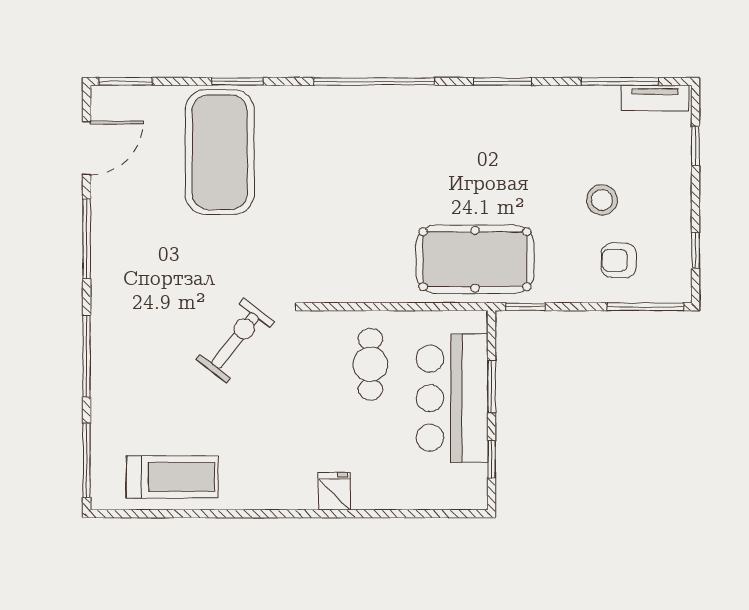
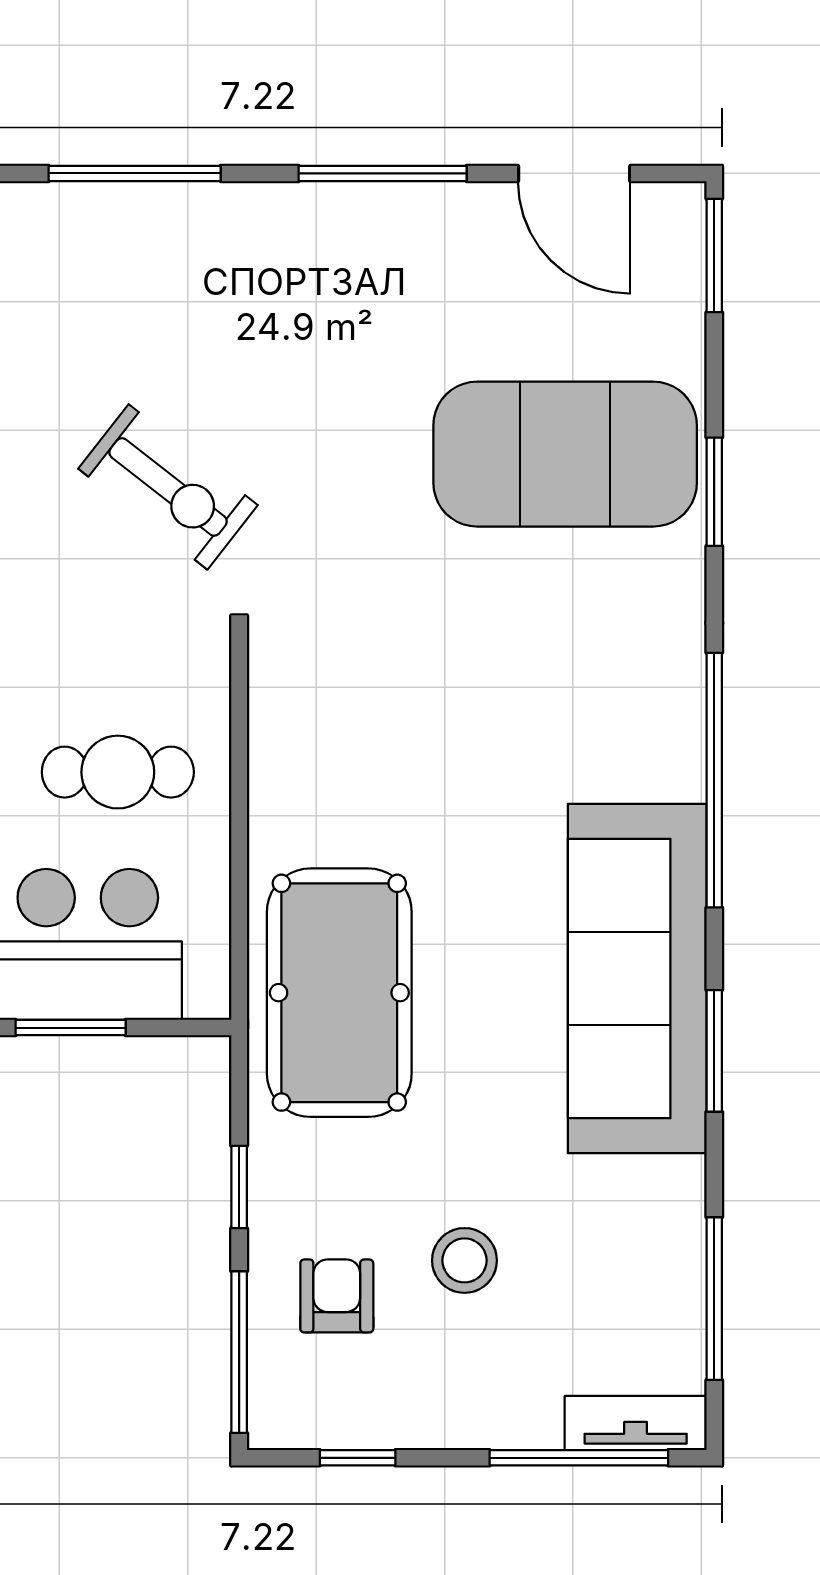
tv unit: (655, 98) -> (636, 1423), moved, turned 90
sofa: (468, 118) -> (637, 978), added
window: (695, 146) -> (579, 1458), width x2.17
window: (525, 307) -> (239, 1187), moved

